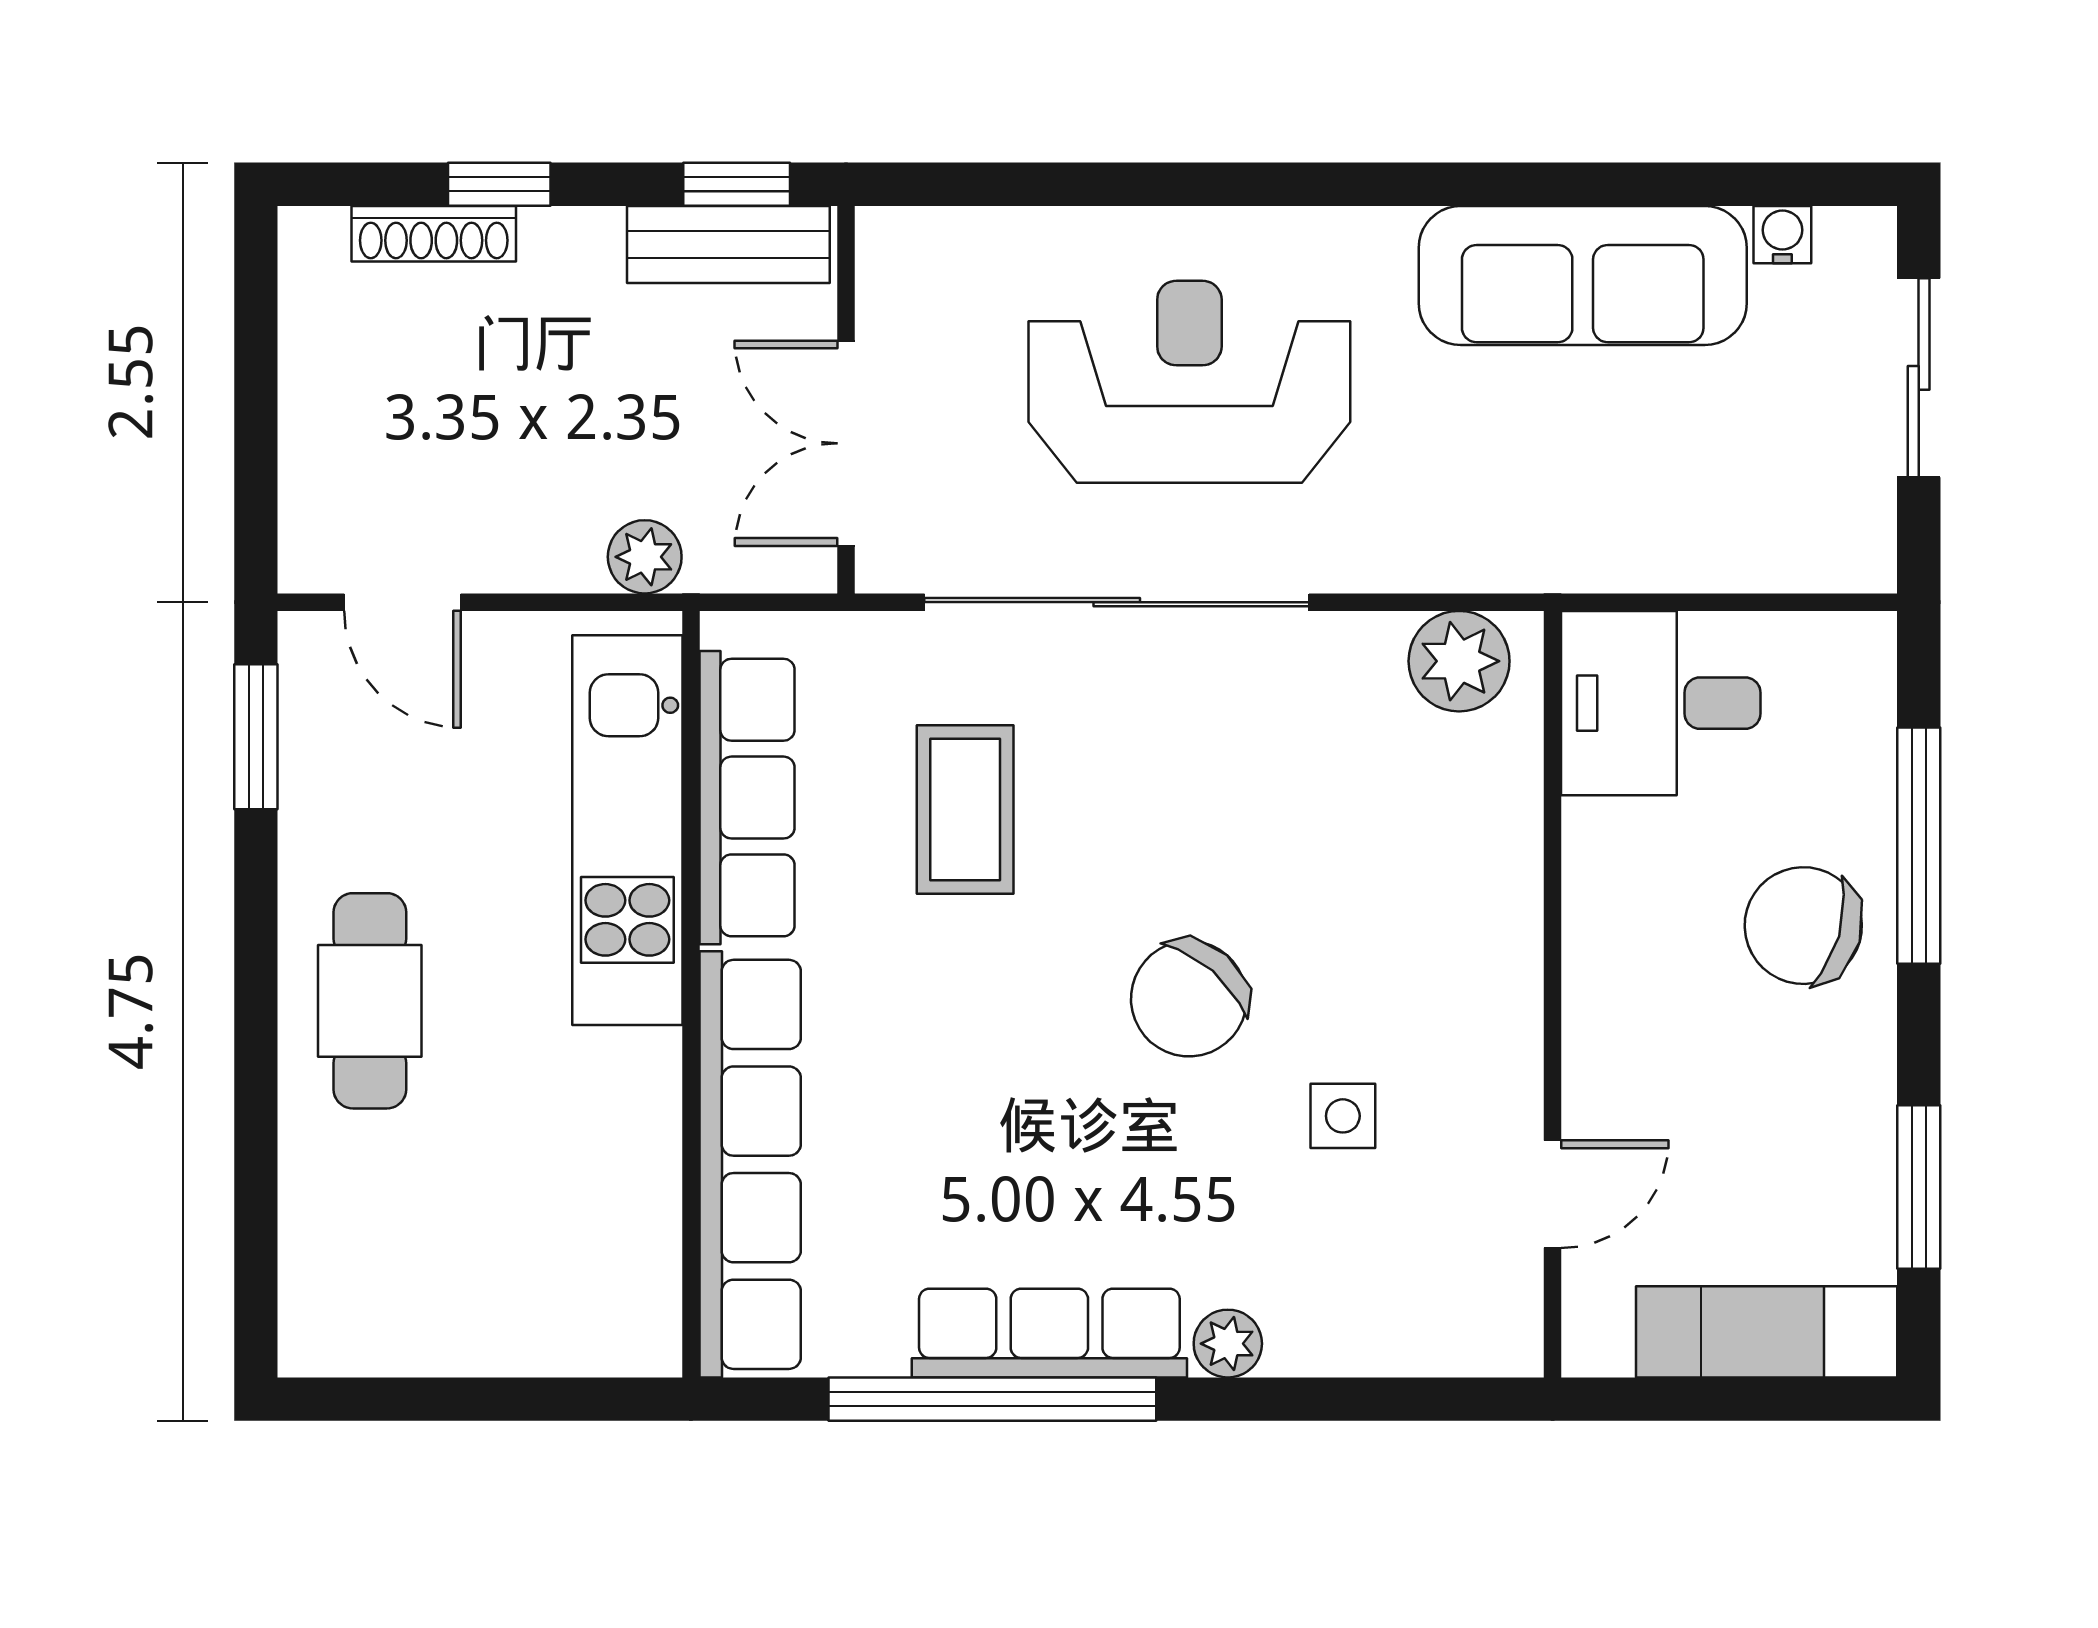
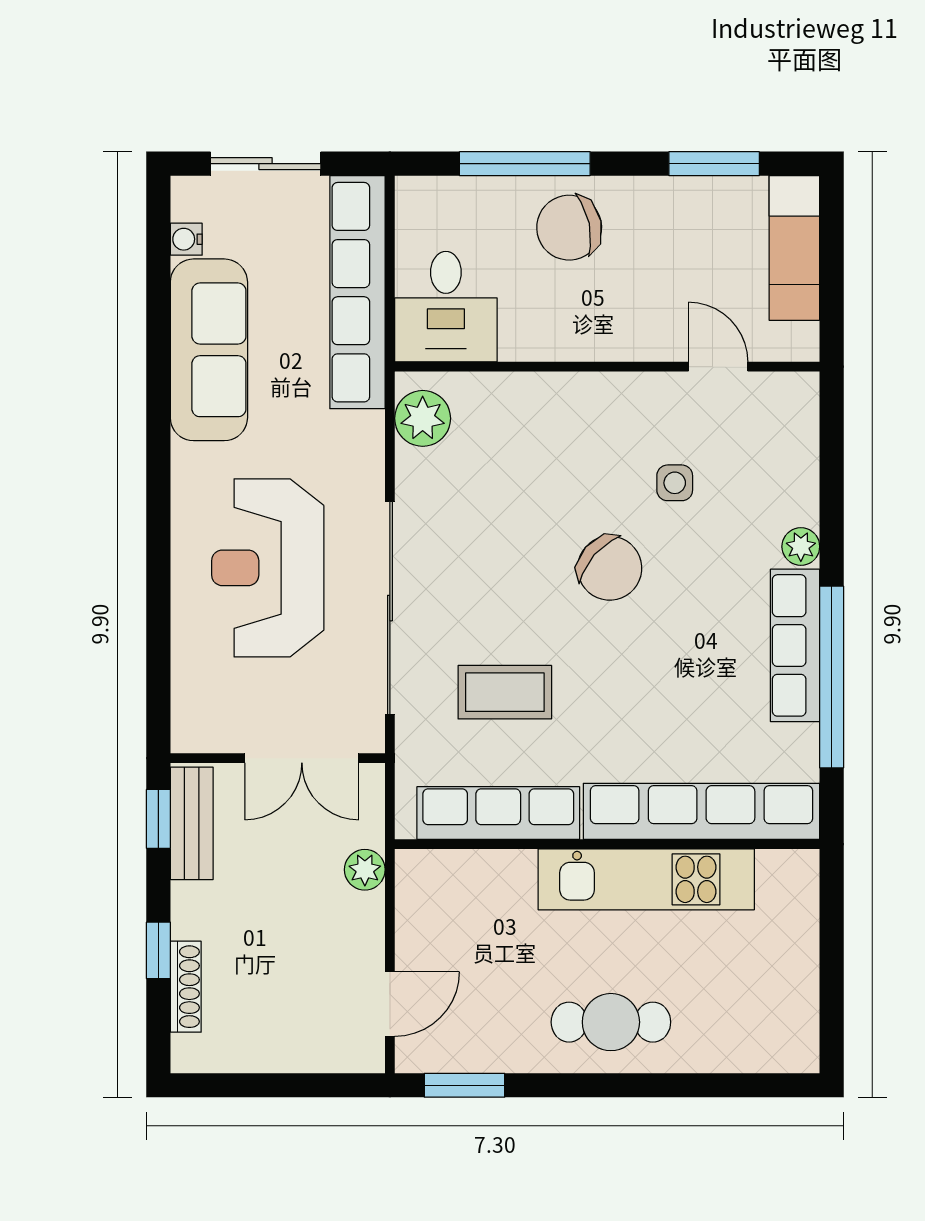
row of seats: (1687, 544) -> (358, 292), added
kitchen unit: (627, 830) -> (646, 879), moved
chair: (1803, 926) -> (569, 228), turned 62

